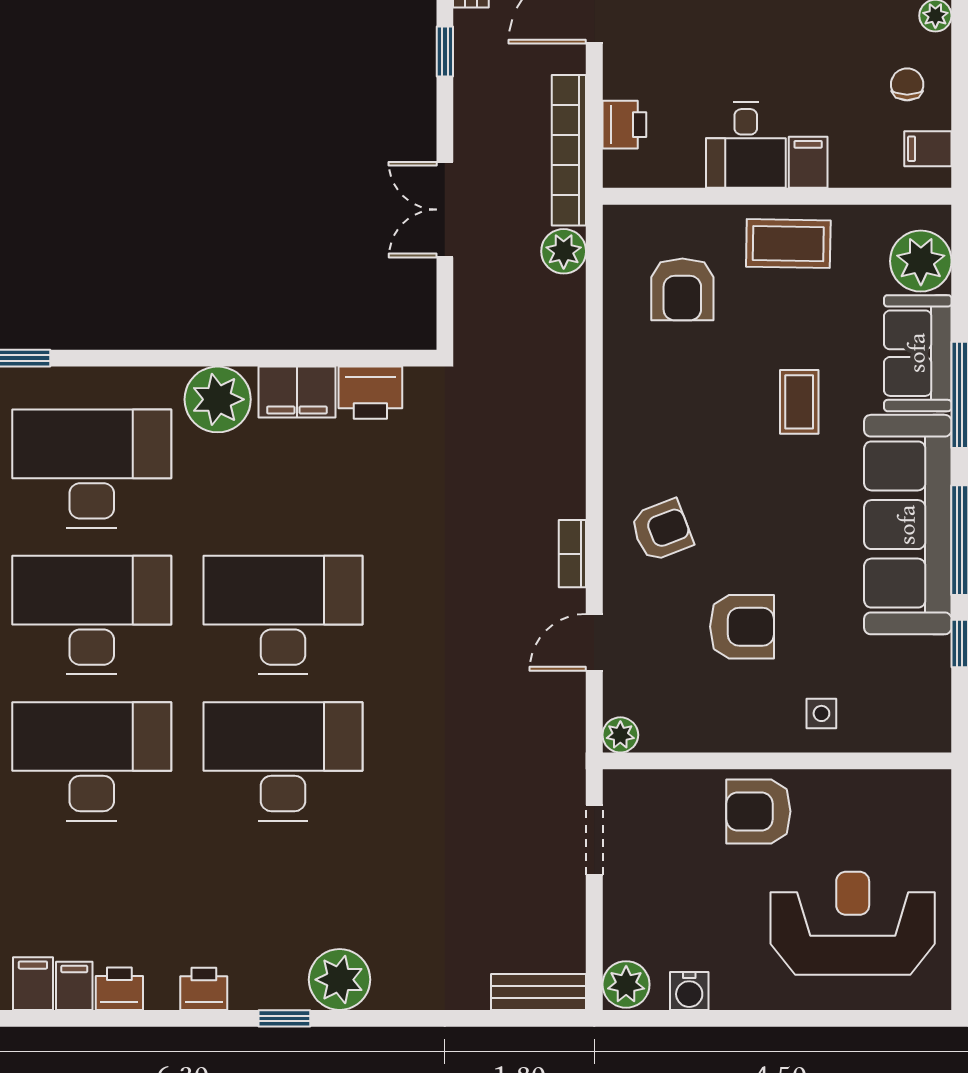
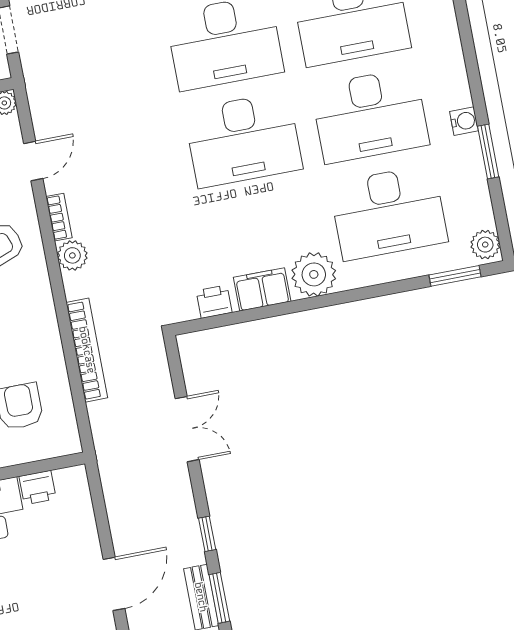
printer: (624, 125) -> (38, 488), moved, turned -90
bookcase: (569, 150) -> (87, 350), moved
plant: (564, 251) -> (72, 255), moved
printer: (370, 393) -> (214, 302), width x0.73, depth x0.81

